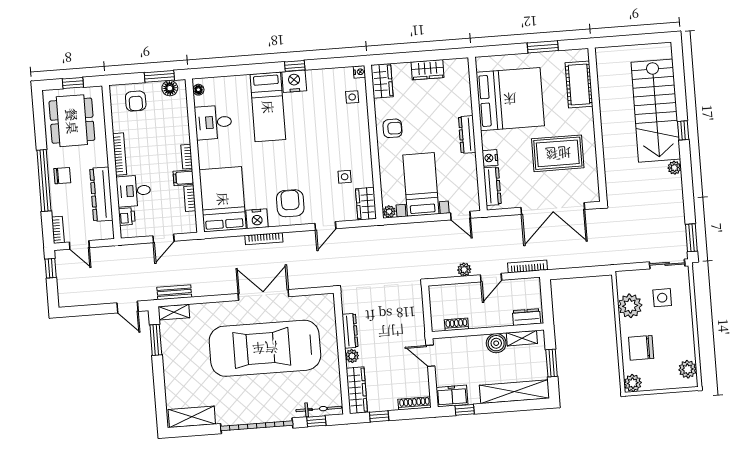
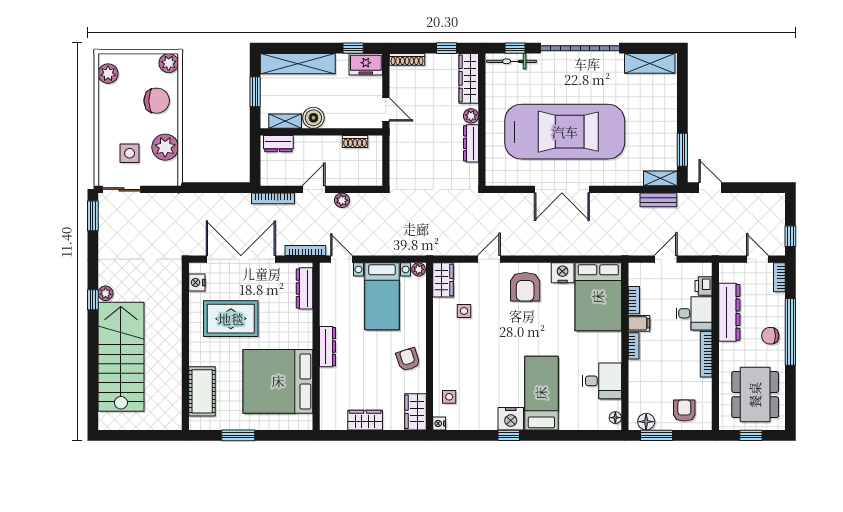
armchair: (393, 128) -> (408, 359), turned 72
window: (683, 130) -> (93, 300), moved
nightstand: (490, 158) -> (197, 282), moved, turned 180
bookcase: (264, 239) -> (305, 251), moved

